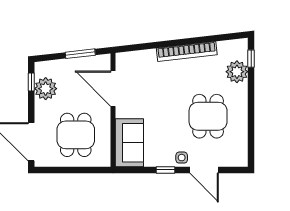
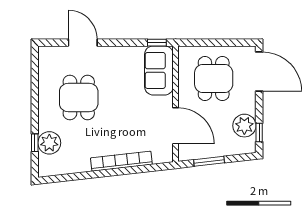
bookcase: (187, 51) -> (121, 161), moved
window: (251, 59) -> (35, 143), moved
side table: (182, 158) -> (106, 55), removed
window: (165, 170) -> (157, 43), moved

